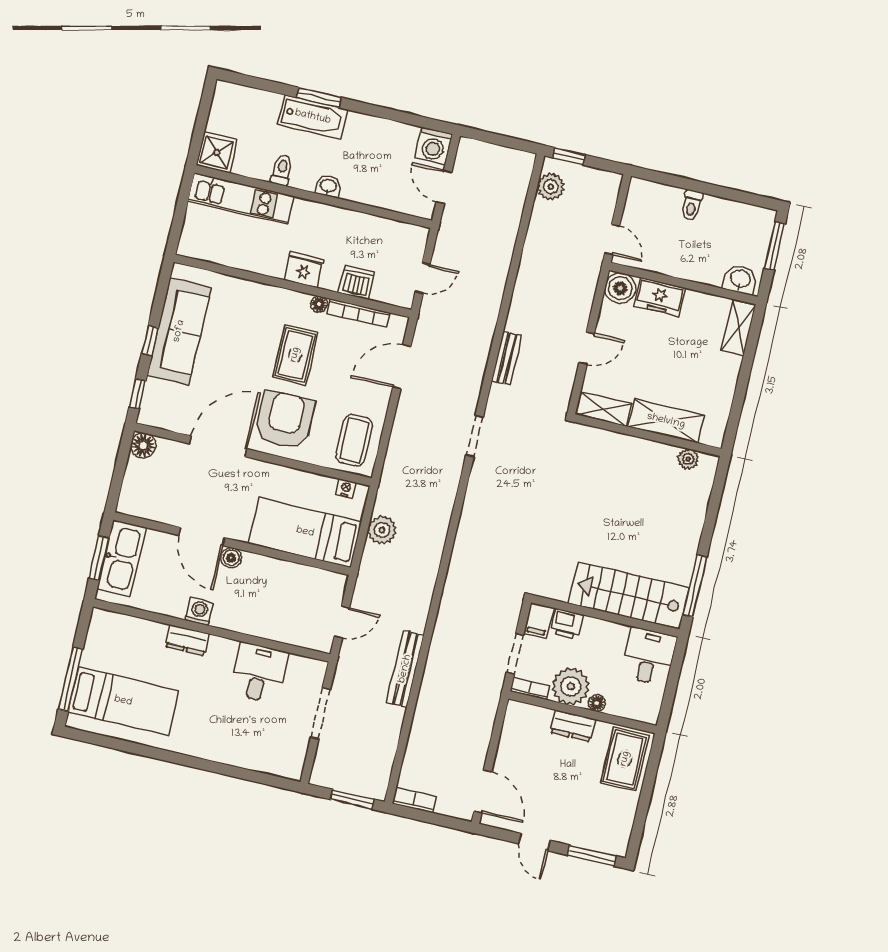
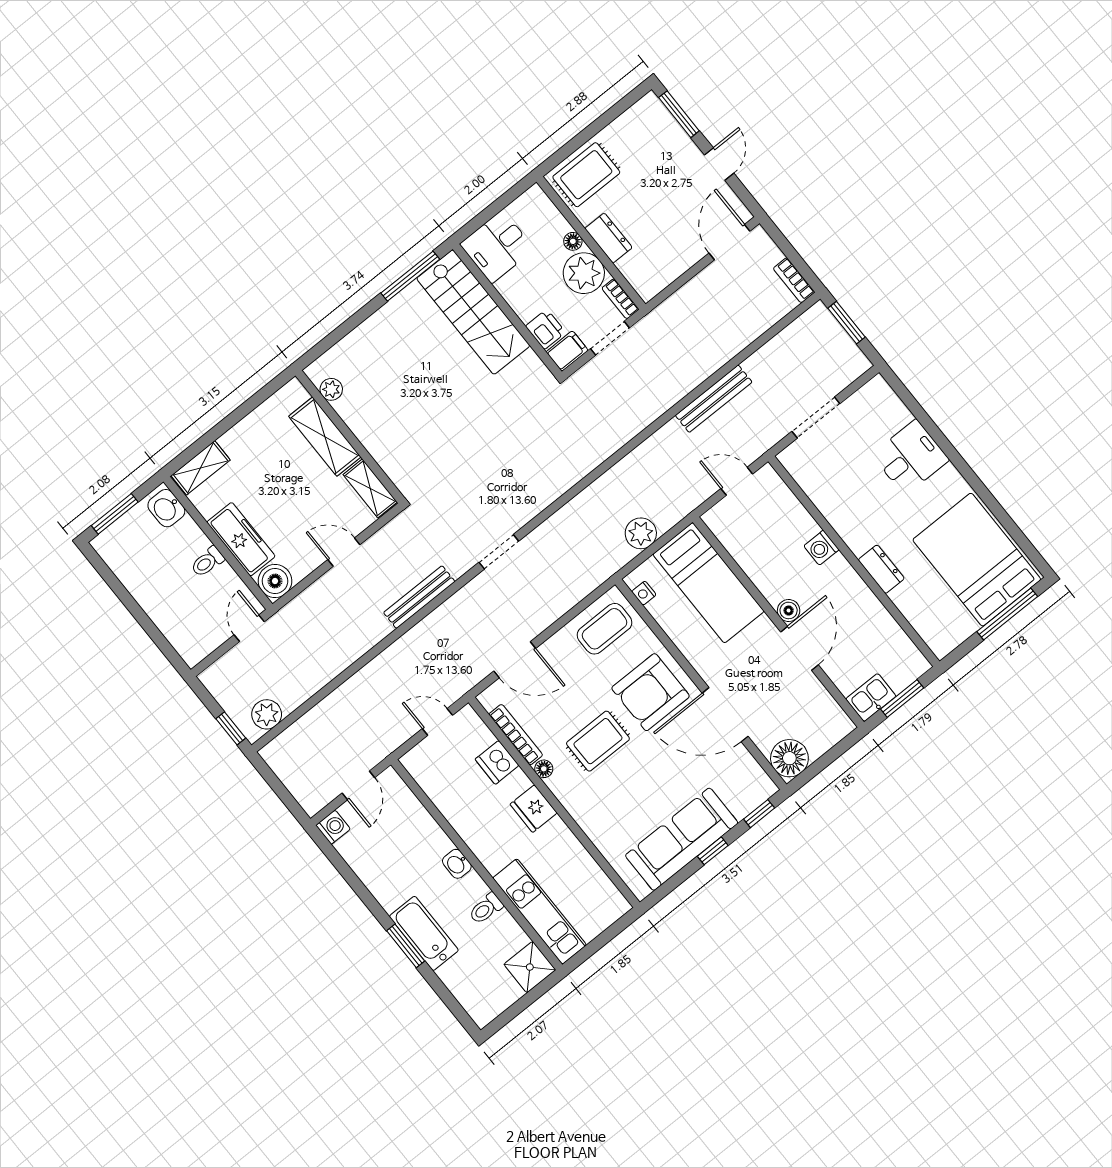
washing machine: (433, 146) -> (333, 827), width x0.73, depth x0.73
toilet: (692, 205) -> (207, 562), moved, turned 180
freezer: (660, 297) -> (241, 539), width x1.40
bench: (507, 358) -> (419, 597), width x1.36
floor lamp: (143, 445) -> (789, 758), width x1.38, depth x1.38
kitchen sink: (122, 558) -> (871, 697), width x0.53, depth x0.81
washing machine: (199, 612) -> (821, 548), moved
desk: (259, 673) -> (910, 457), moved, turned 180
bed: (123, 701) -> (977, 560), width x1.50

